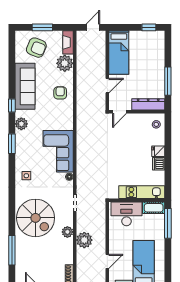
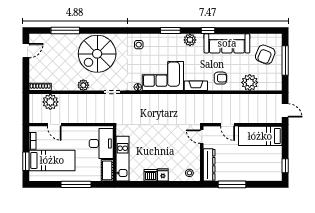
window: (42, 27) -> (285, 60), width x1.44
fireplace: (68, 42) -> (196, 86), moved
window: (168, 223) -> (76, 184), moved
plant: (84, 240) -> (50, 102), moved

